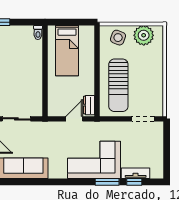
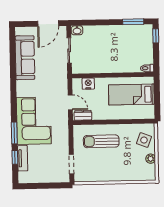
plant: (144, 35) -> (151, 159), width x0.53, depth x0.53
sun lounger: (118, 85) -> (101, 141), width x0.73, depth x0.75
nightstand: (54, 98) -> (88, 84), added

